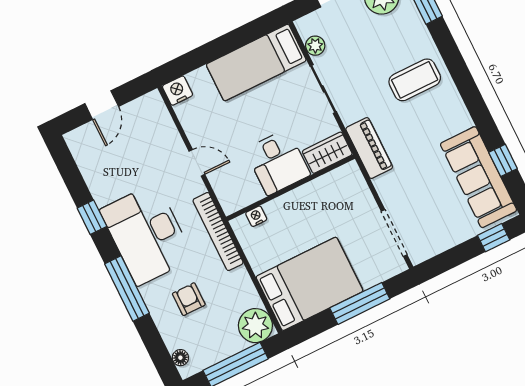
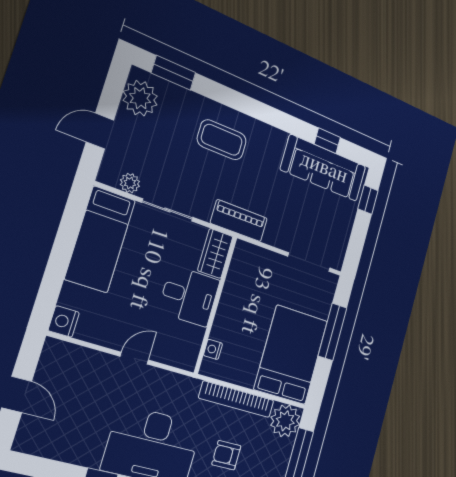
coffee table: (415, 80) -> (222, 140), turned 90
bookcase: (218, 232) -> (237, 399), moved

